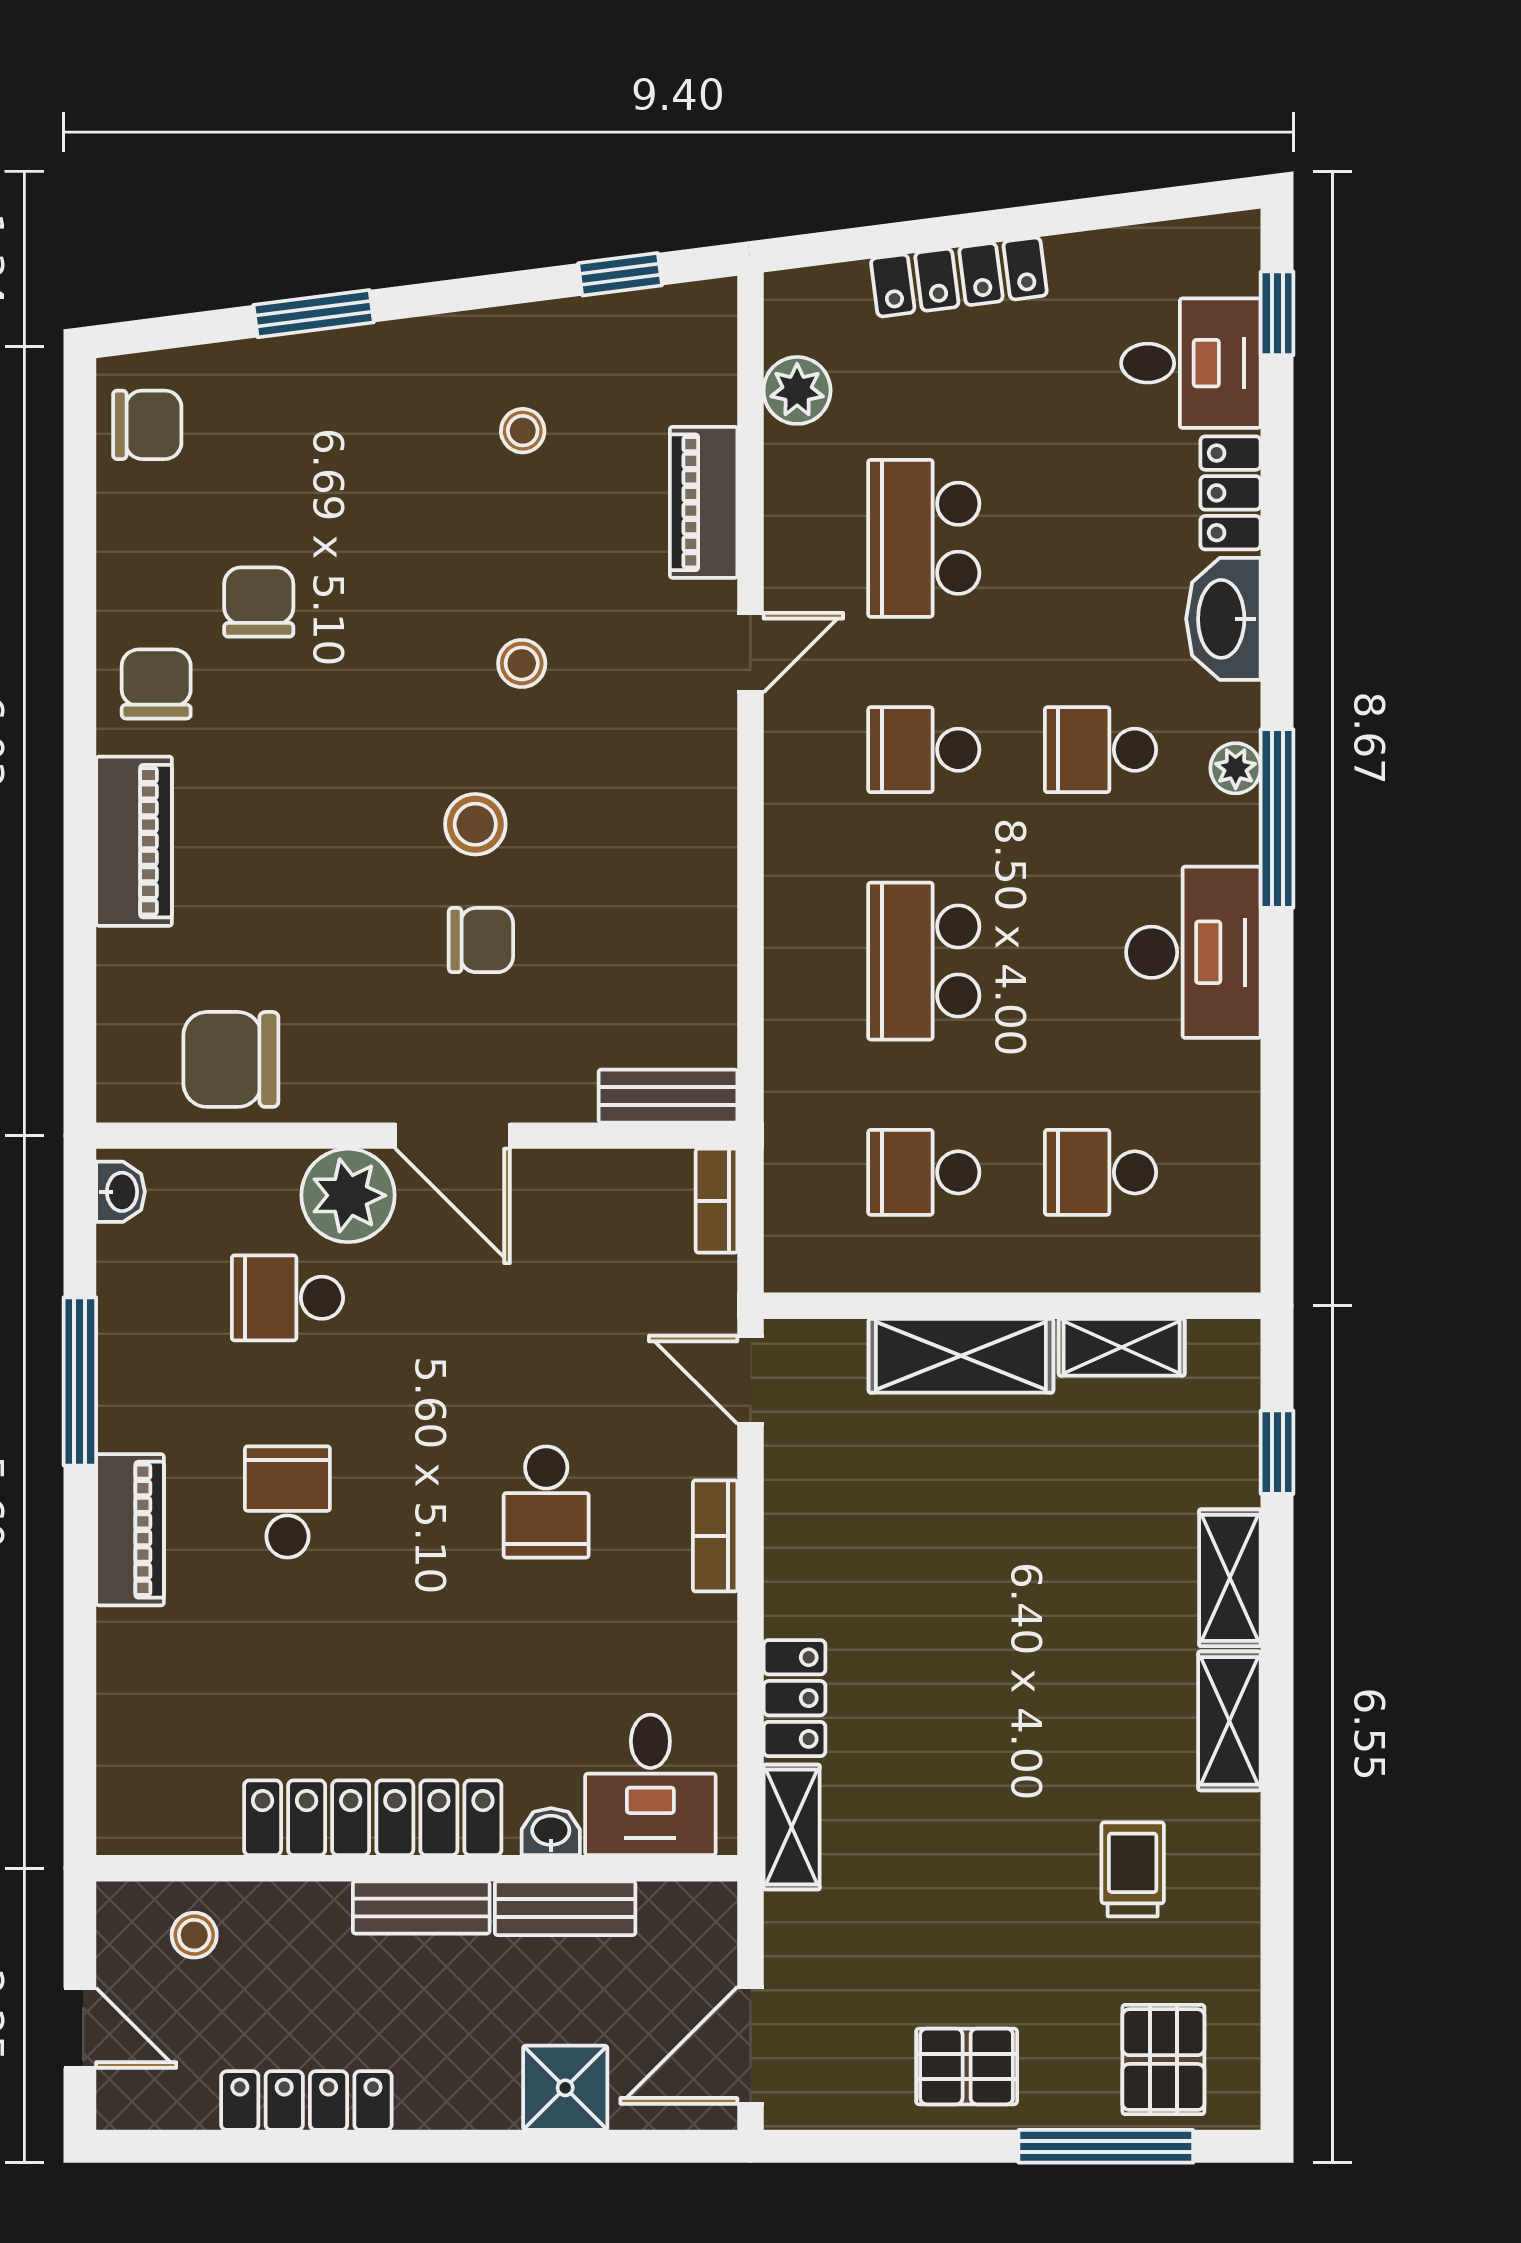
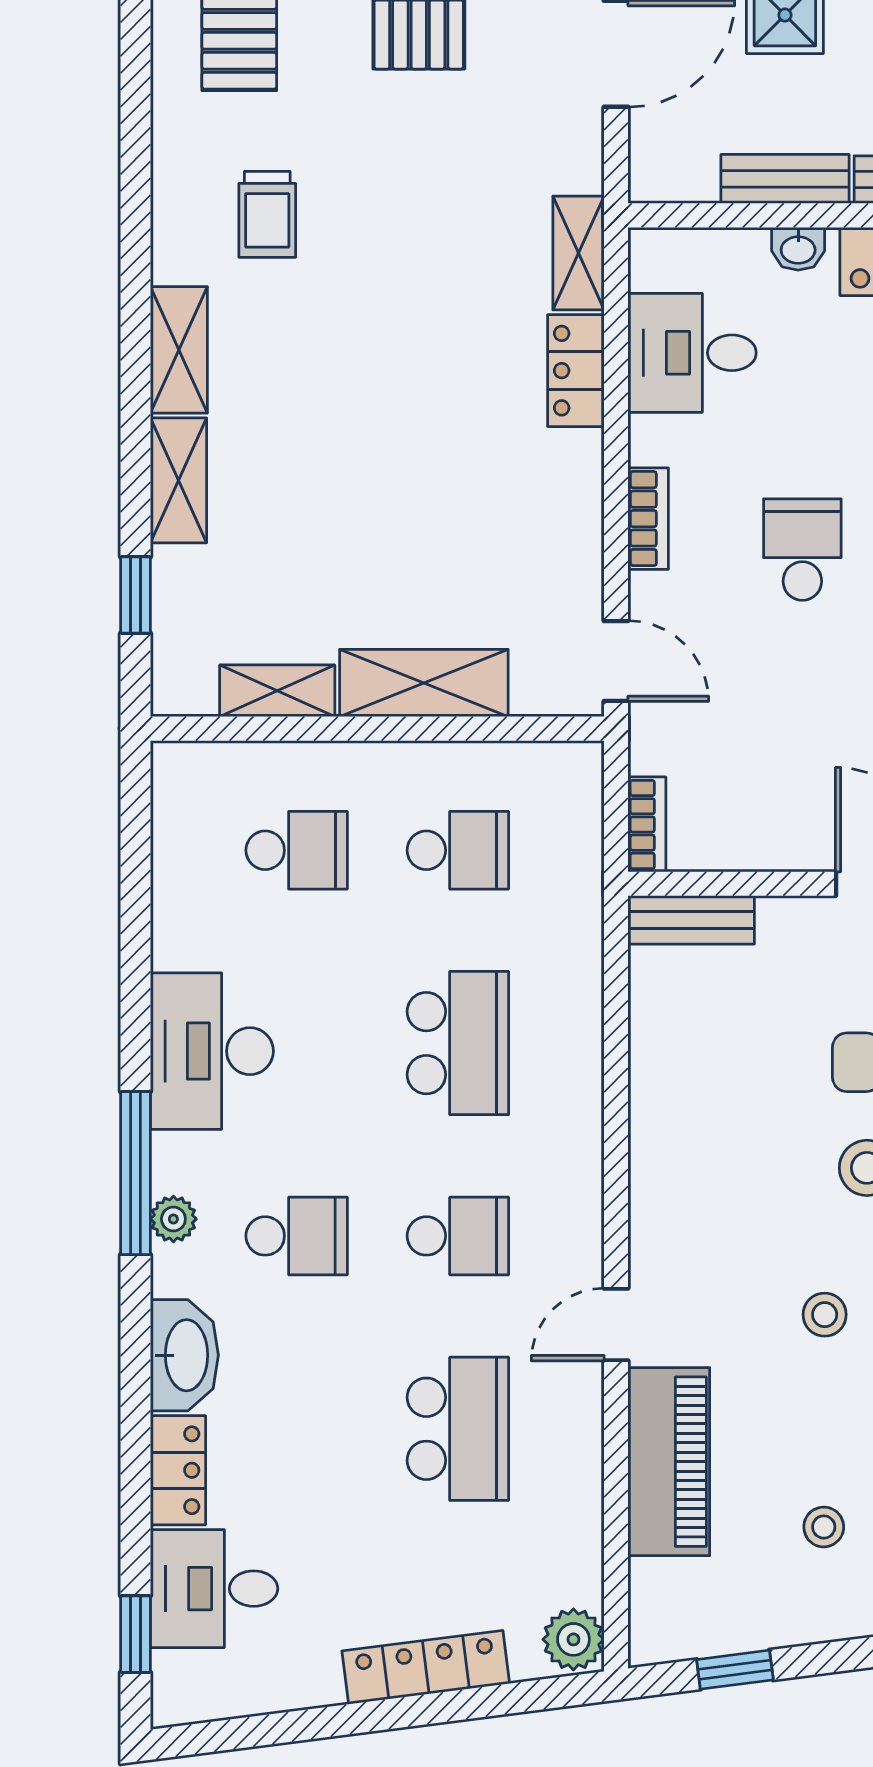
plant: (797, 390) -> (573, 1639), moved
piano: (704, 502) -> (669, 1462), width x1.37, depth x1.33
desk: (650, 1785) -> (692, 353), moved, turned -90

